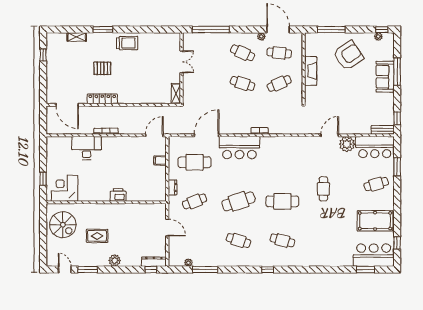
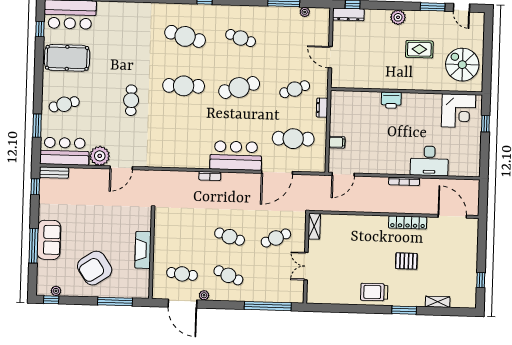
cafe table: (279, 83) -> (276, 238), moved
cafe table: (282, 240) -> (185, 36), width x1.37, depth x1.35

